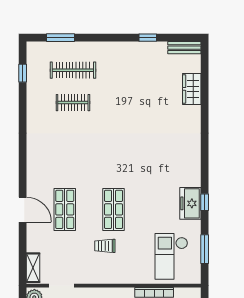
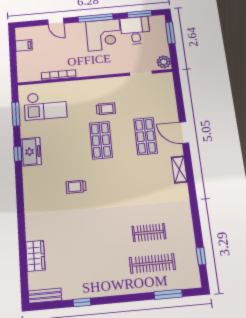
trolley: (144, 159) -> (76, 187), added
checkout: (171, 256) -> (45, 105), turned 90
shelving: (33, 268) -> (179, 170), moved

